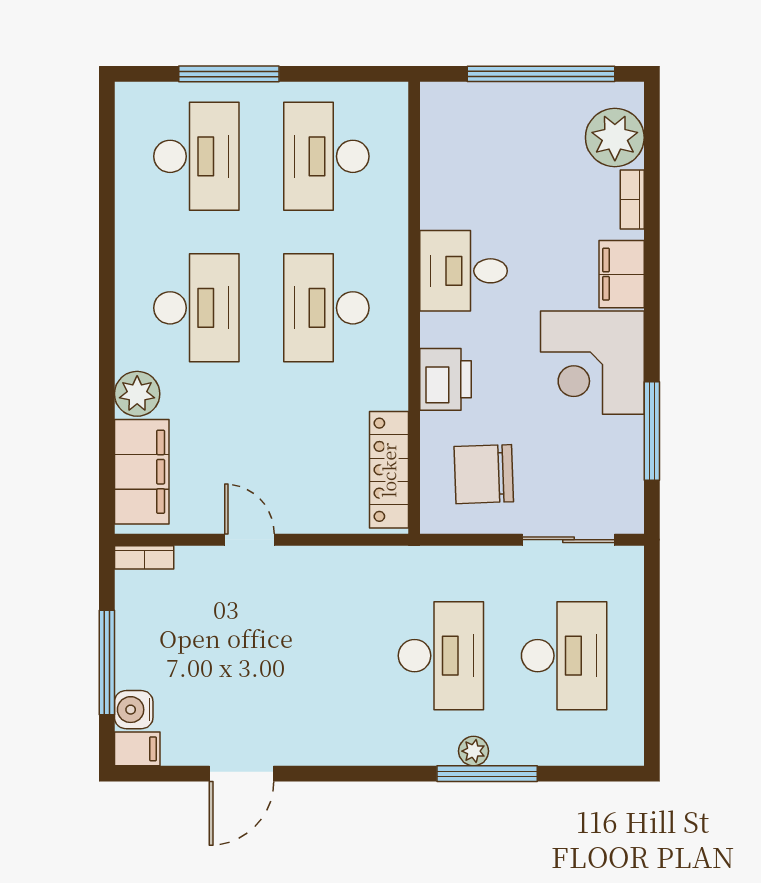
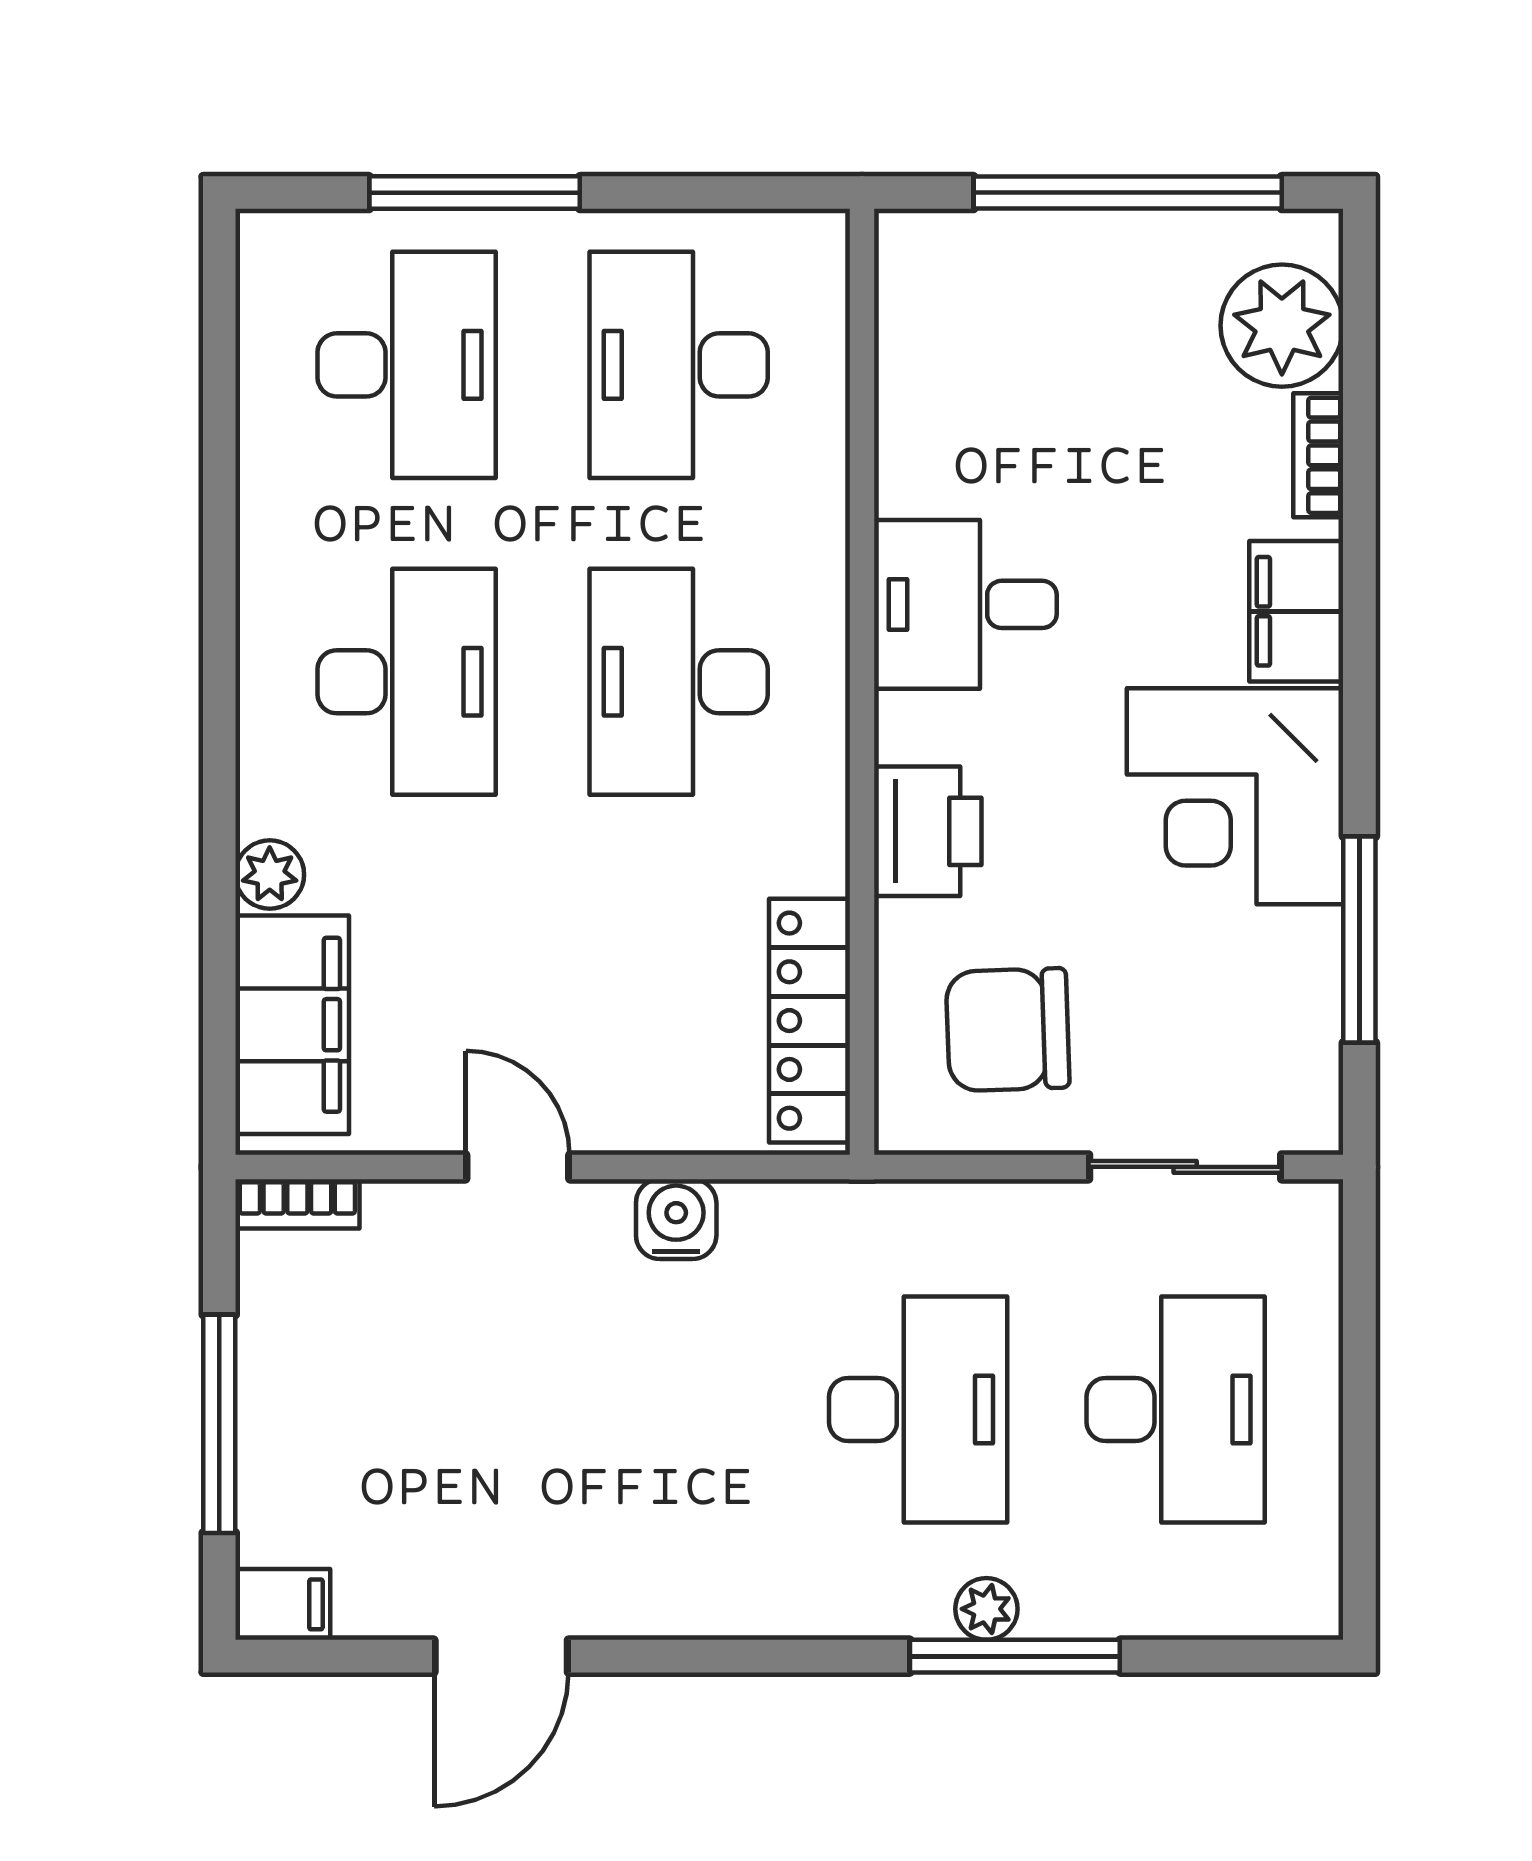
plant: (137, 394) -> (270, 875), width x0.73, depth x0.73
water cooler: (134, 710) -> (676, 1219), moved, turned 90

